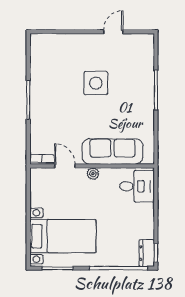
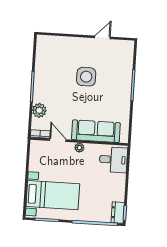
plant: (39, 130) -> (39, 110), added

